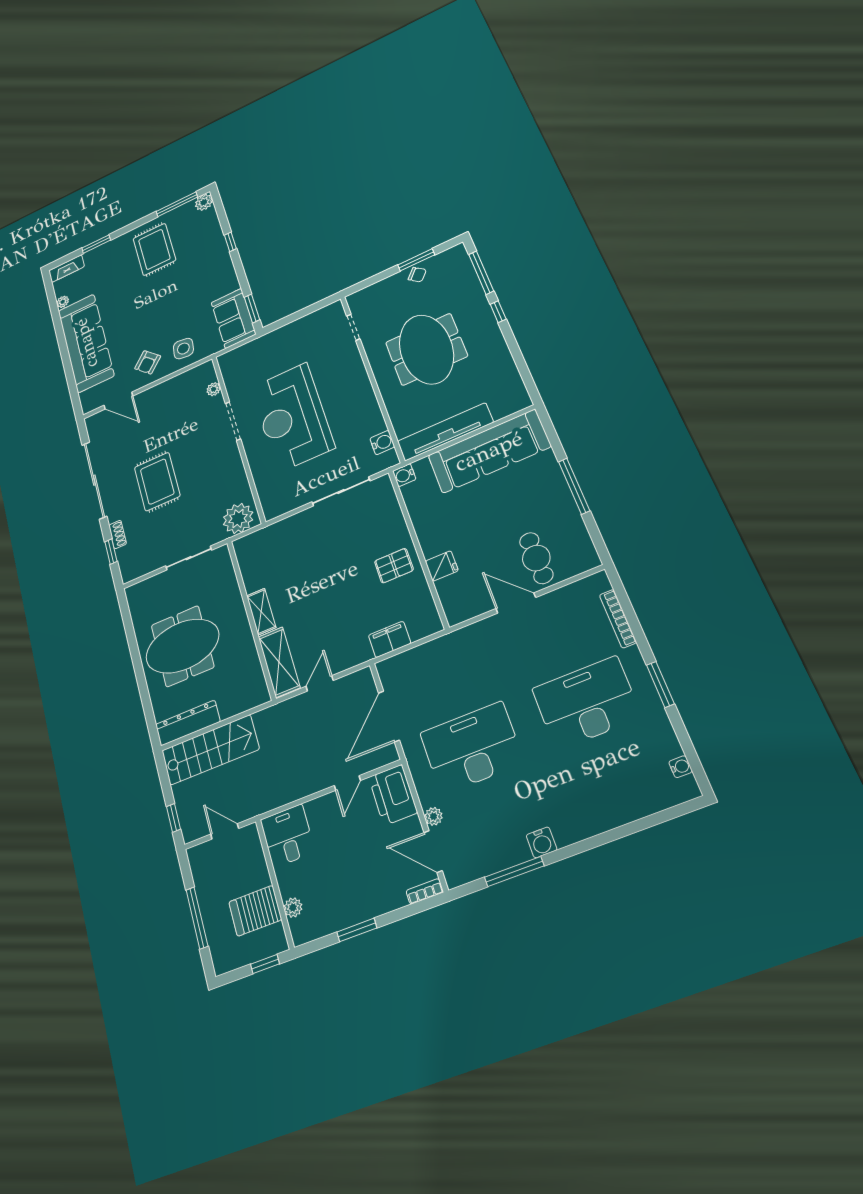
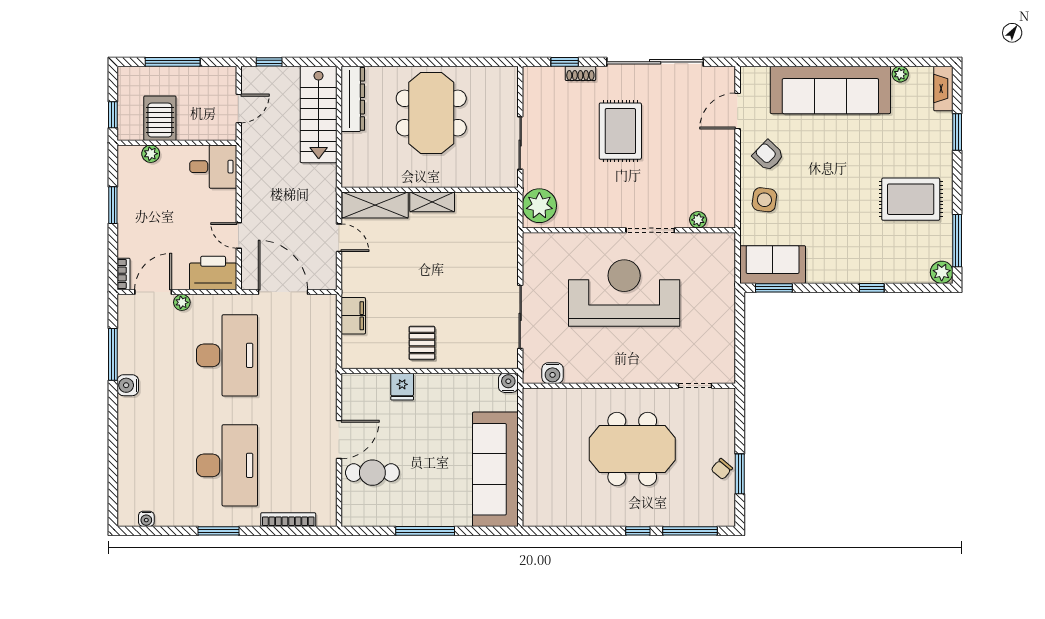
tv unit: (445, 432) -> (535, 436), removed
rug: (157, 482) -> (620, 131), turned 90

